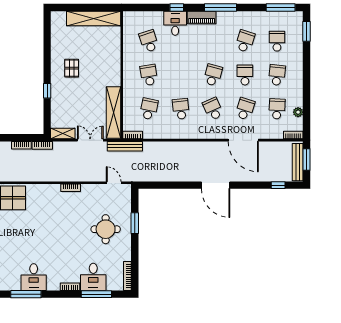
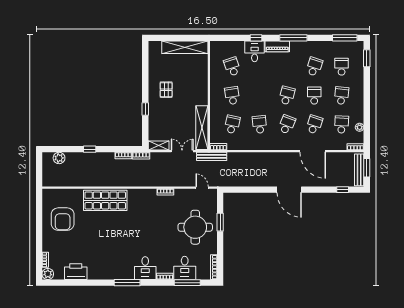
school desk: (213, 109) -> (287, 124), turned 45
round table: (106, 229) -> (195, 227), width x1.36, depth x1.36
desk: (34, 277) -> (145, 268), moved

